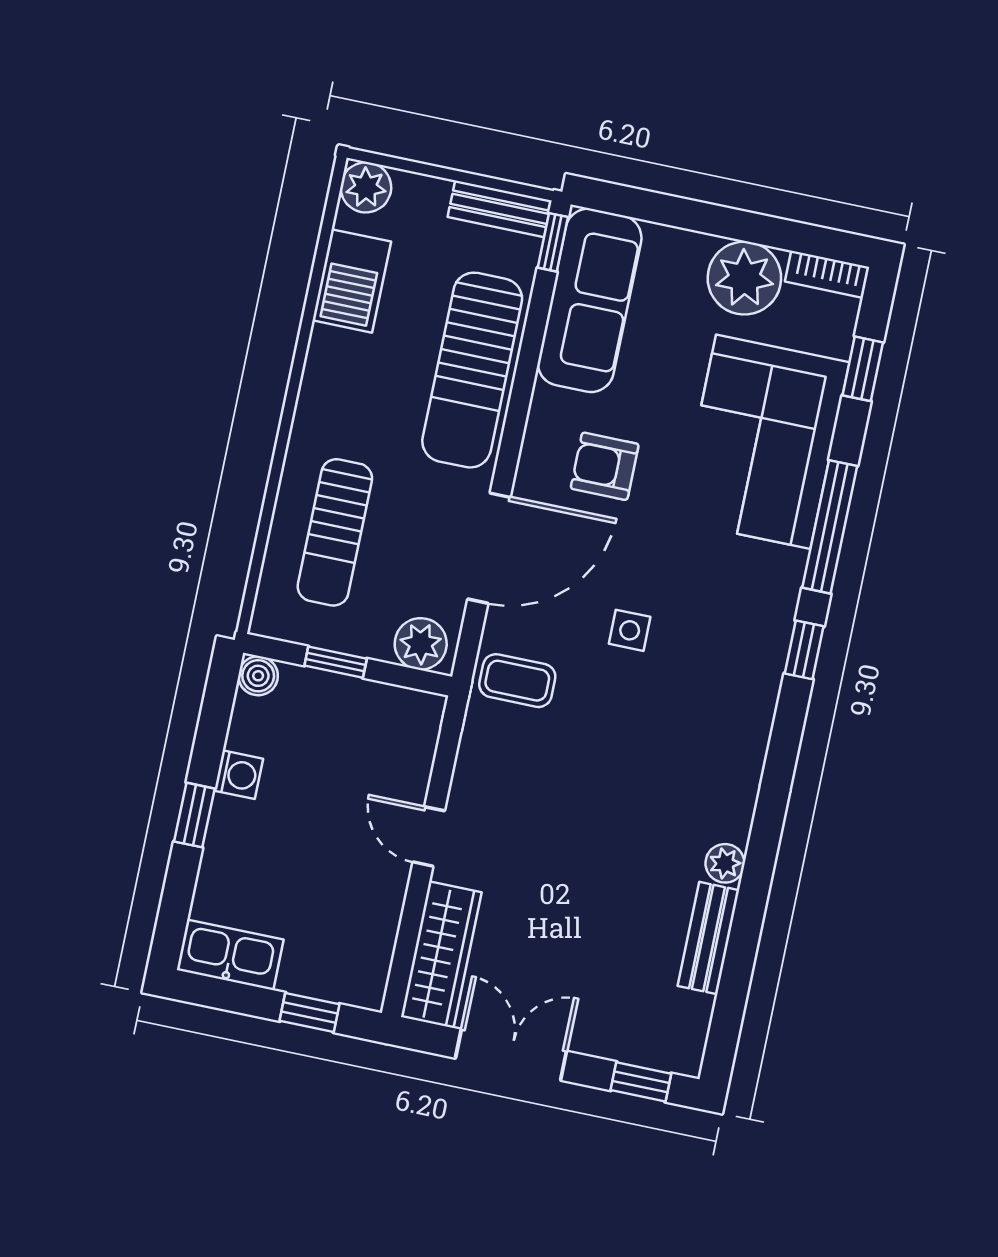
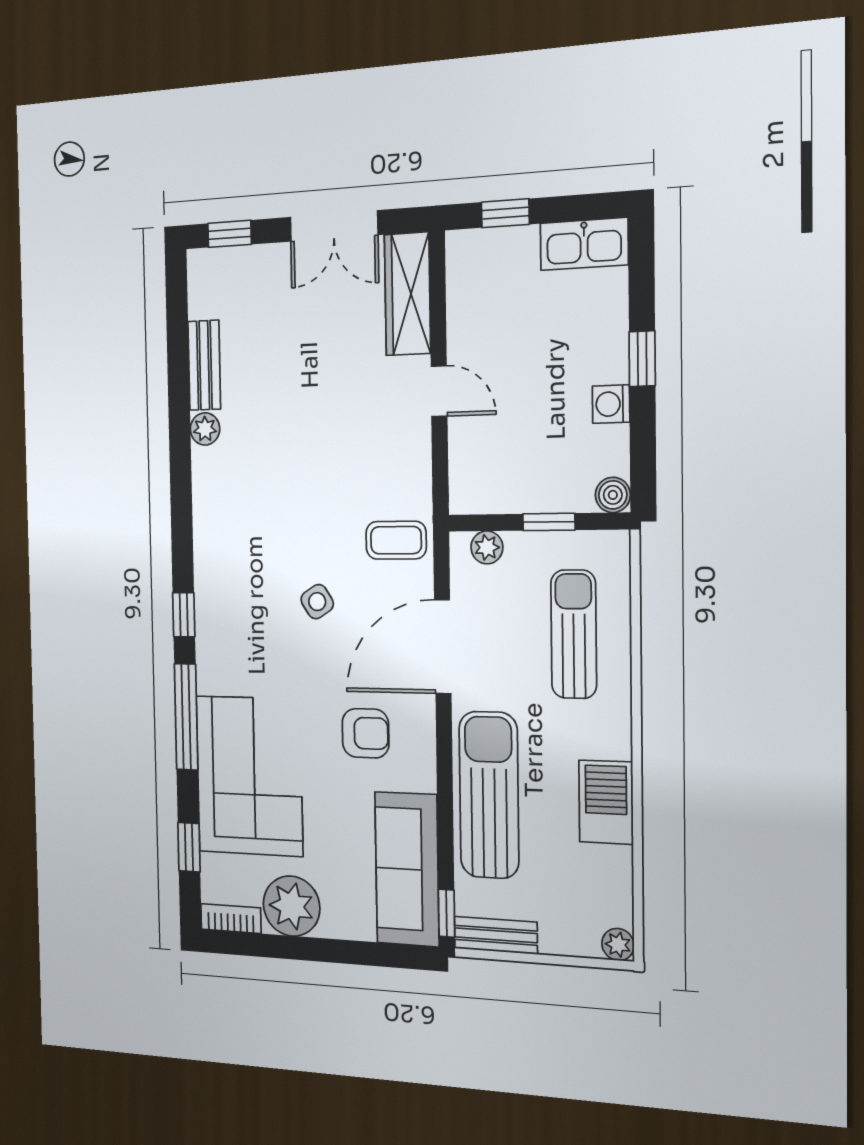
plant: (366, 187) -> (618, 945), width x0.73, depth x0.73
barbecue: (352, 281) -> (606, 802), moved
side table: (630, 630) -> (317, 602), turned -33
plant: (421, 644) -> (487, 547), width x0.73, depth x0.73

